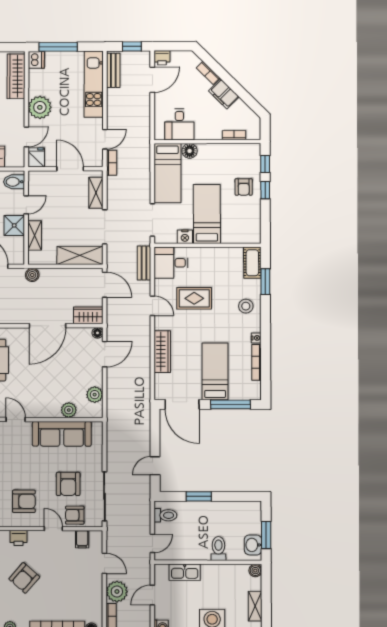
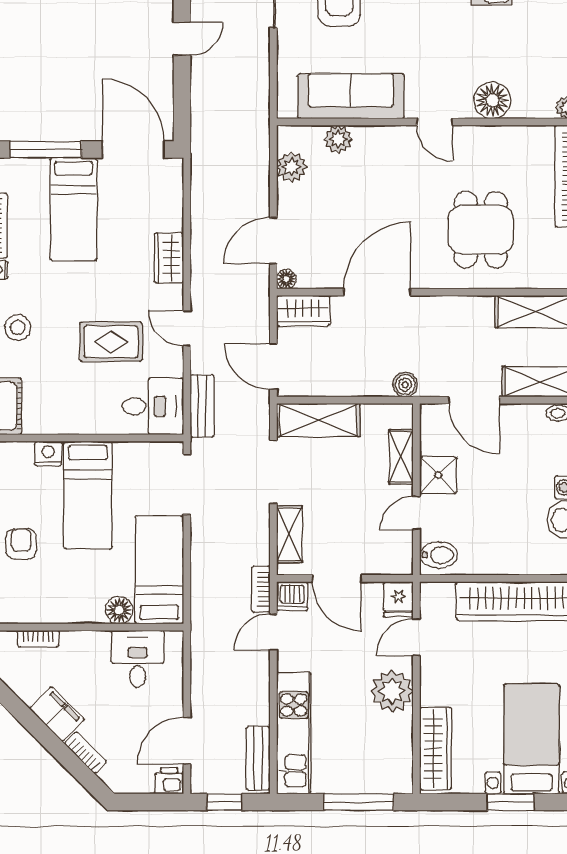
dishwasher: (36, 60) -> (292, 596), moved, turned -90
nightstand: (185, 237) -> (48, 454), moved
wardrobe: (162, 352) -> (169, 258), width x0.67

